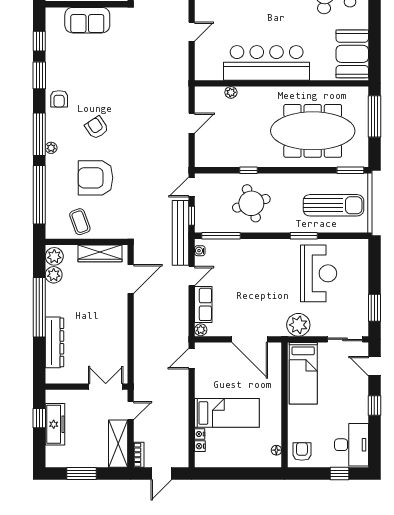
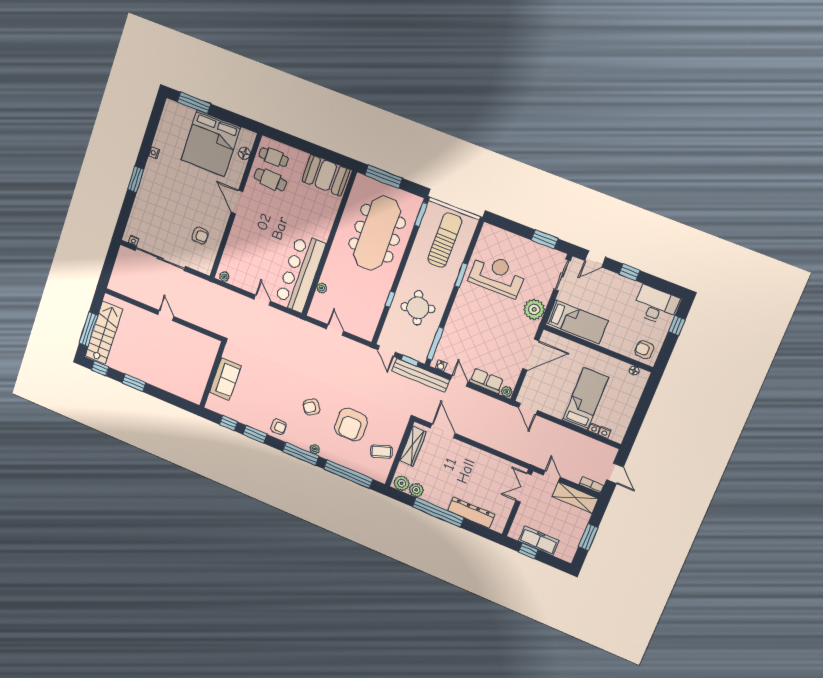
bar counter: (267, 63) -> (300, 273), moved

